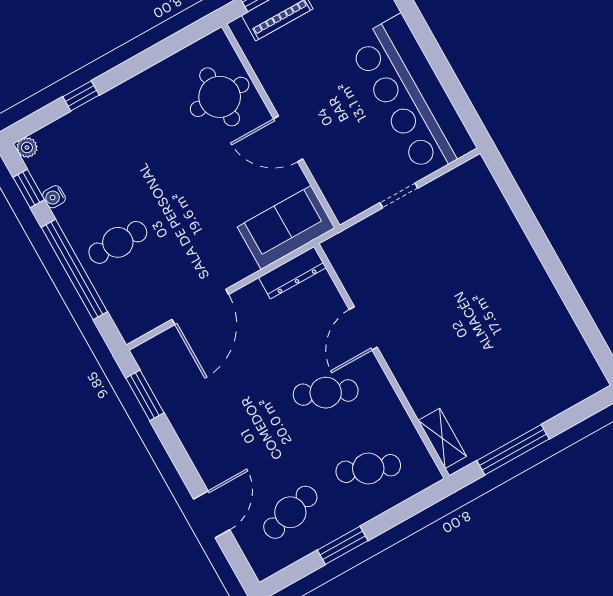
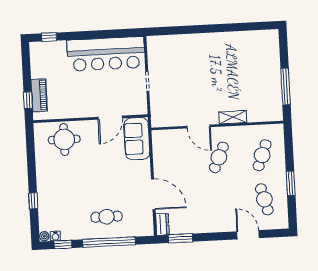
door: (288, 139) -> (110, 118), moved
water cooler: (54, 197) -> (55, 236), moved
cafe table: (118, 242) -> (106, 217), turned 90
dresser: (292, 273) -> (162, 224), moved, width x0.70
shelving: (442, 438) -> (233, 117), moved

